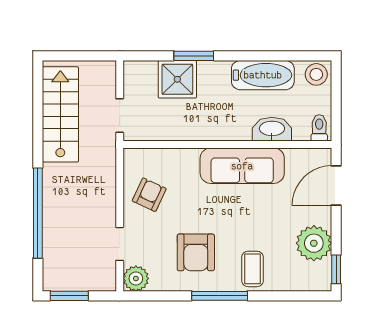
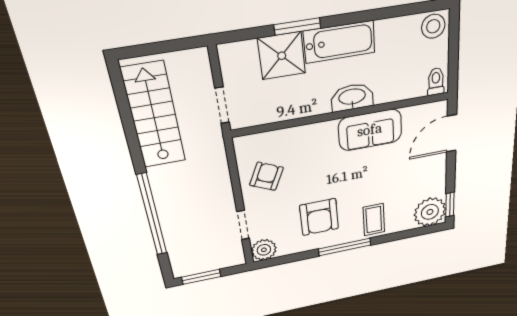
bathtub: (263, 75) -> (339, 42), moved
washbasin: (272, 129) -> (352, 97), moved
sofa: (242, 166) -> (370, 130), width x0.73
plant: (314, 243) -> (430, 212), moved

